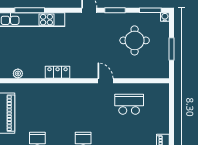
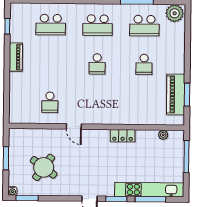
window: (115, 10) -> (116, 199), moved
round table: (135, 40) -> (44, 167), turned 36
school desk: (129, 104) -> (50, 102), width x0.54

